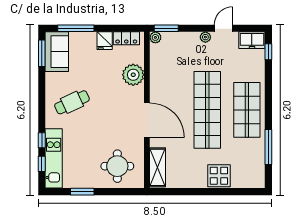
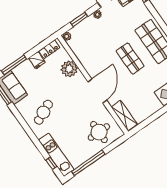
window: (166, 28) -> (79, 19), moved
shop shelf: (207, 110) -> (130, 59), width x0.50, depth x0.74
door: (147, 120) -> (97, 91), hinge flipped
window: (42, 140) -> (41, 149), removed
window: (82, 192) -> (88, 163), width x2.11

